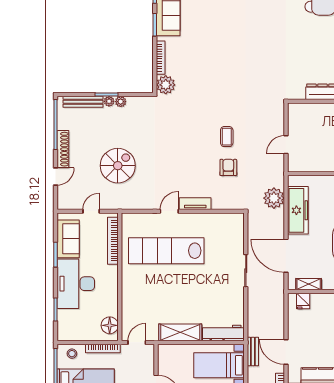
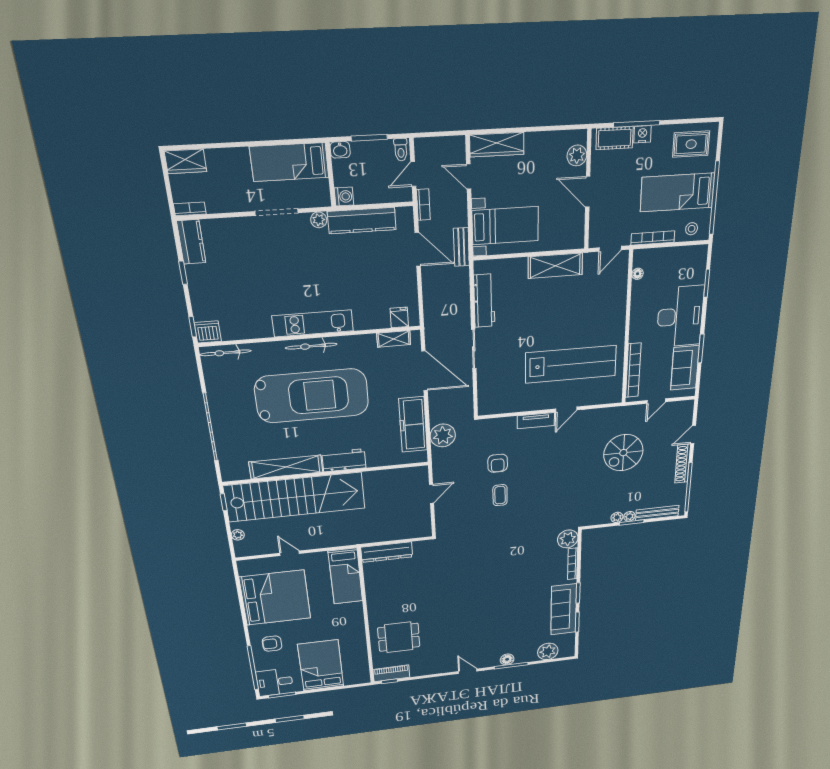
floor lamp: (110, 325) -> (638, 274), width x0.53, depth x0.53
workbench: (223, 333) -> (484, 301), moved, turned -90

